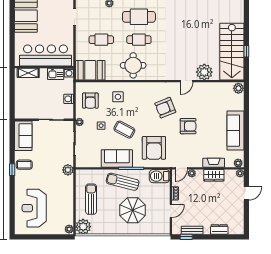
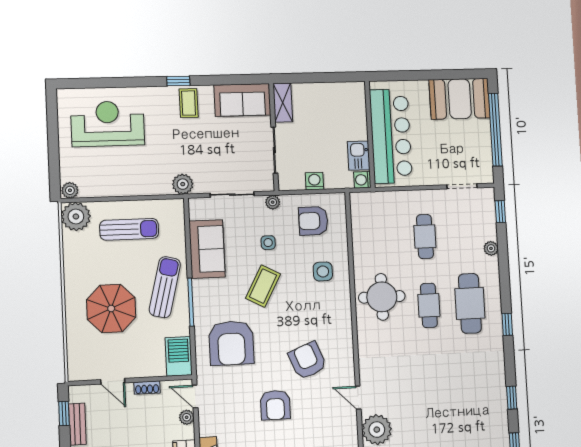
booth: (90, 70) -> (368, 219), removed
shelving: (28, 73) -> (283, 103), moved
armchair: (154, 148) -> (231, 343), turned -90
sofa: (117, 158) -> (207, 249), moved

